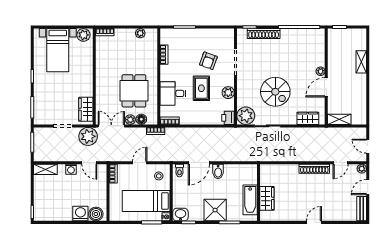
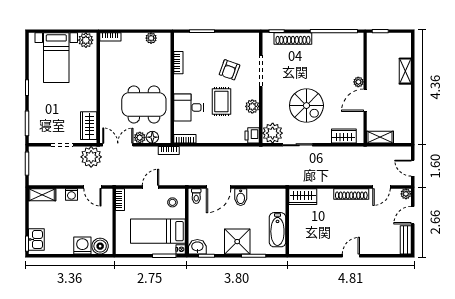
dining table: (134, 91) -> (144, 104), width x1.38
wardrobe: (267, 198) -> (303, 197), moved, turned 90
kitchen sink: (41, 208) -> (36, 239), added

